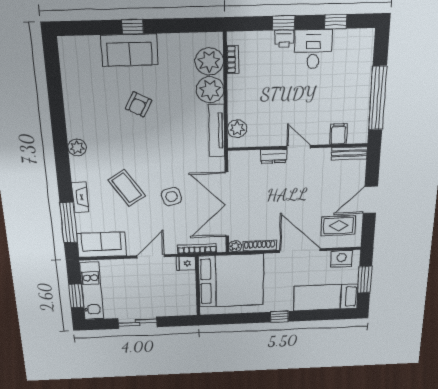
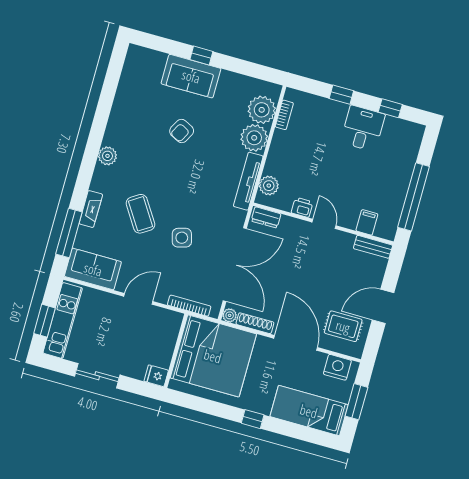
printer: (284, 39) -> (302, 207), moved, turned 180
dresser: (274, 156) -> (266, 217), moved
double door: (227, 205) -> (235, 265), swing flipped
fridge: (186, 263) -> (156, 376), moved

